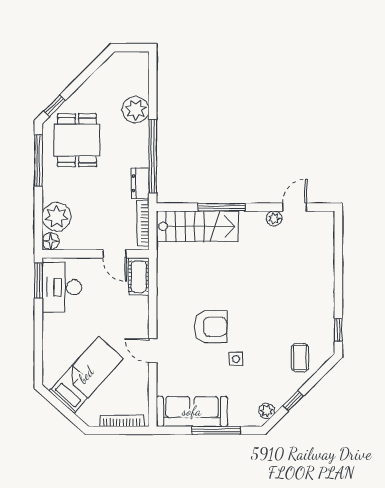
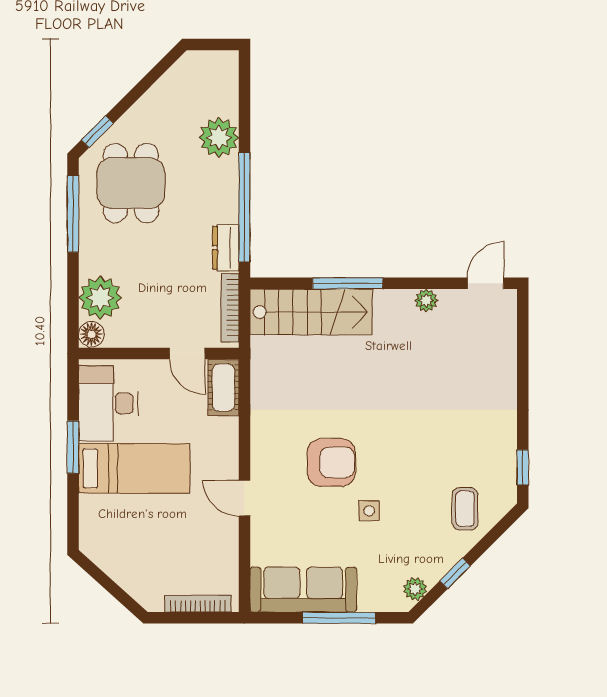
door: (295, 207) -> (486, 283), moved
window: (38, 281) -> (73, 447), moved
bed: (86, 375) -> (134, 468), moved, turned 48

